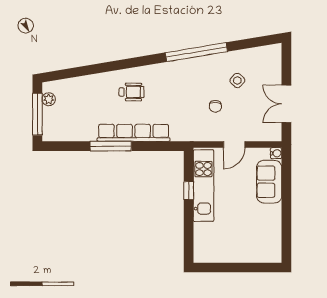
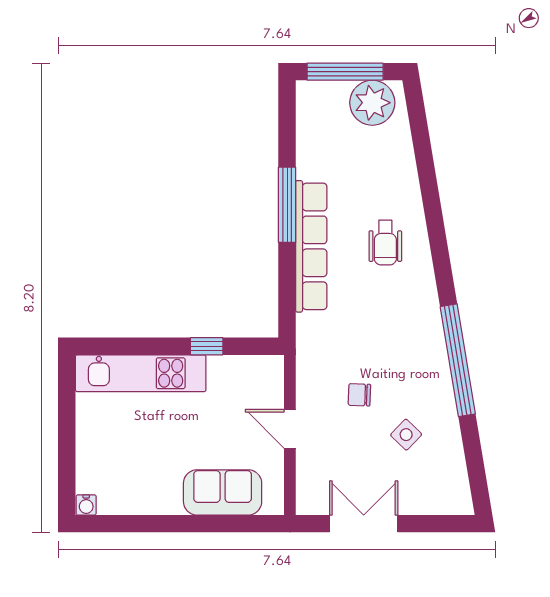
plant: (49, 99) -> (372, 103), width x1.88, depth x1.88
water cooler: (276, 153) -> (86, 505), moved
kitchen unit: (204, 186) -> (141, 373), moved

